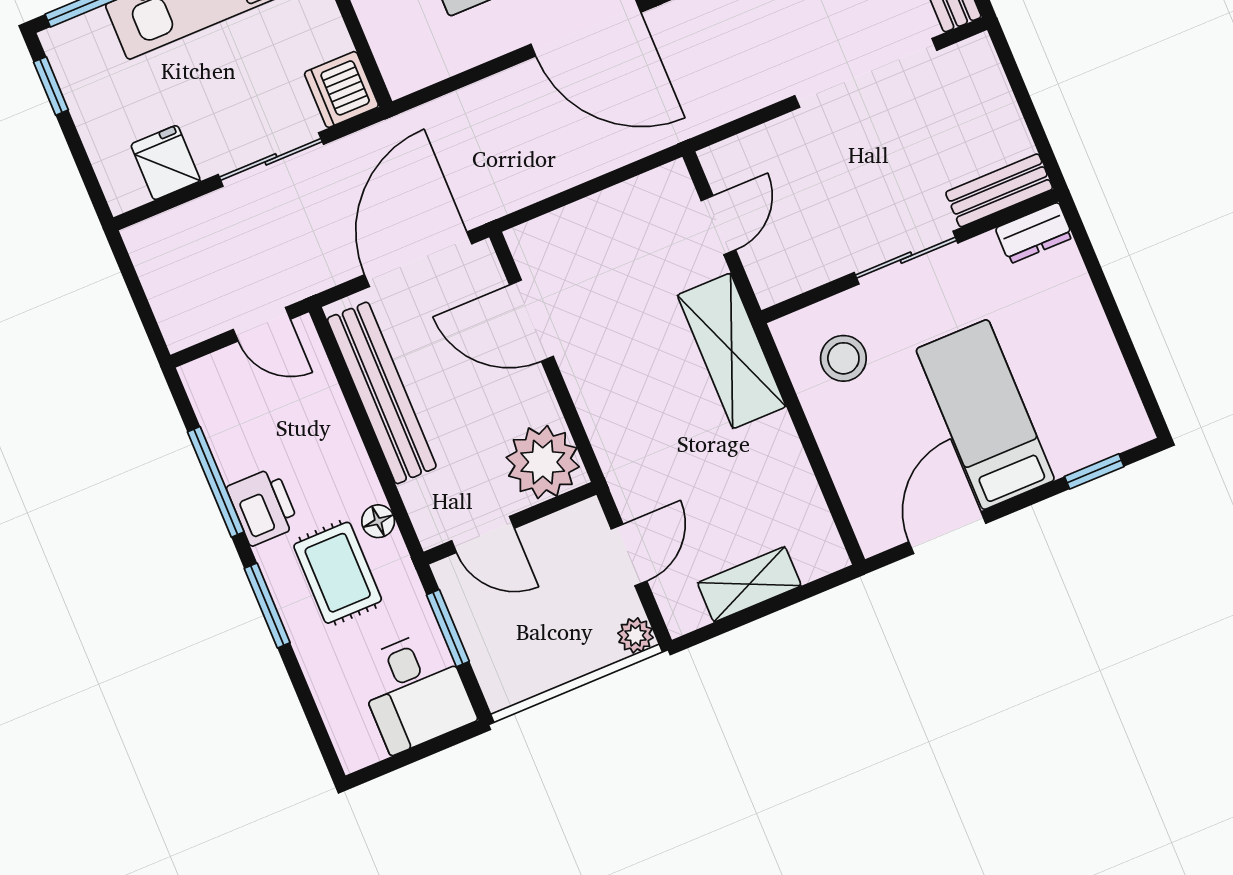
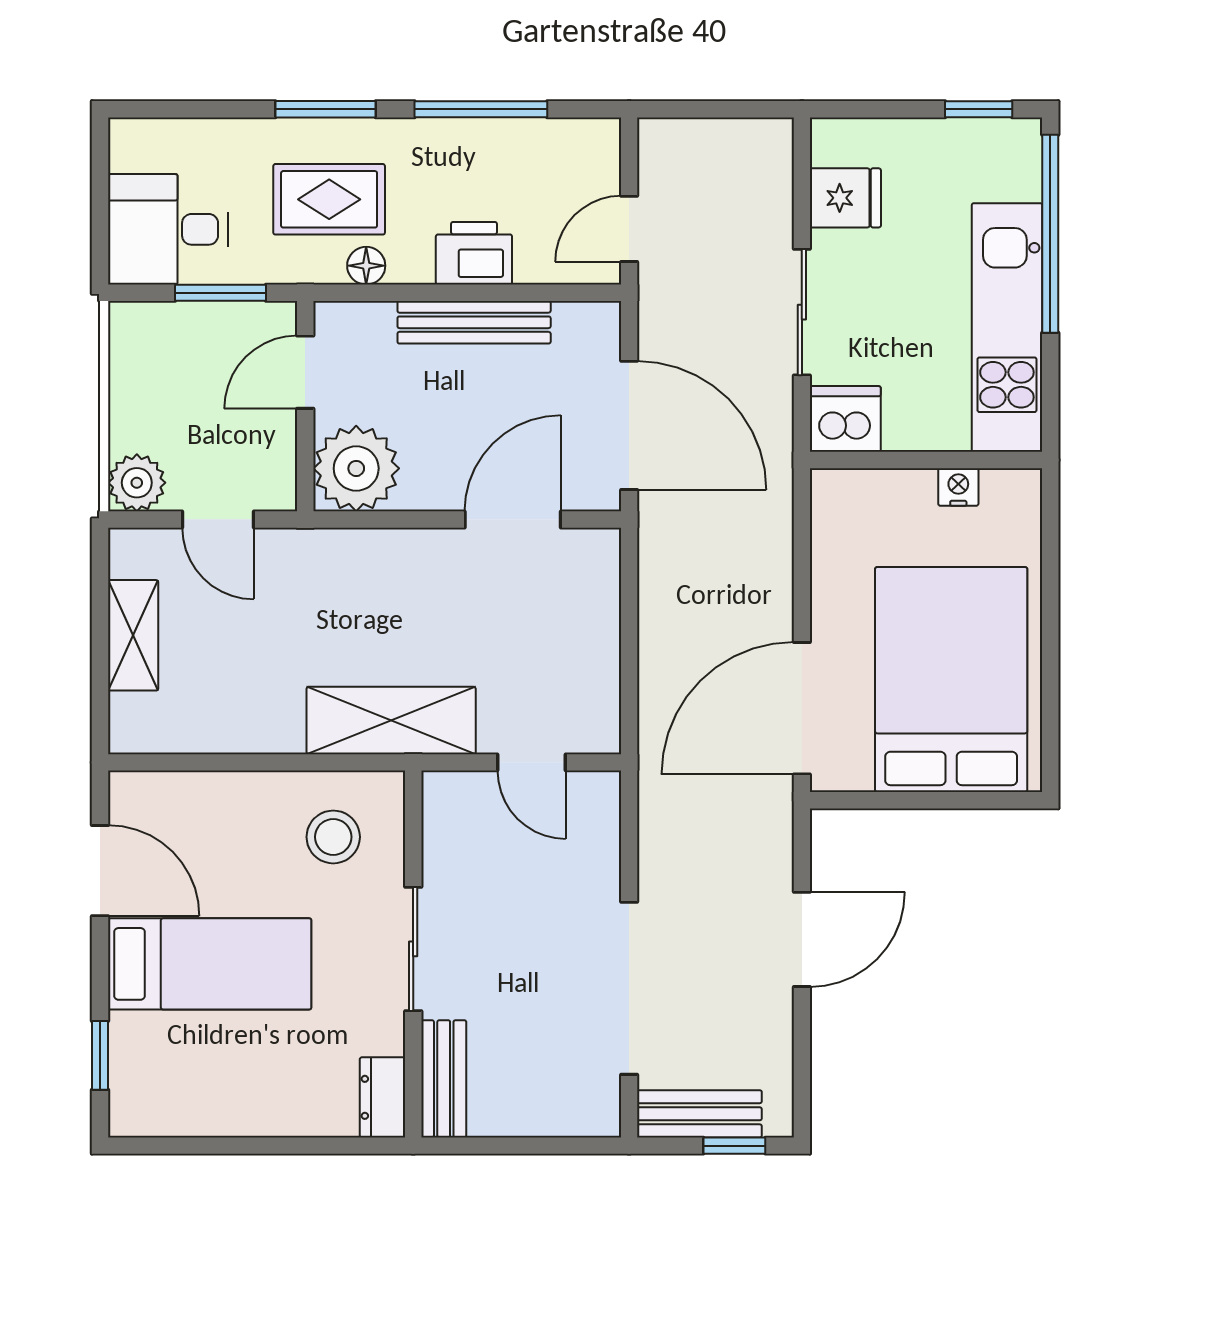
bench: (382, 393) -> (474, 322), width x0.73, depth x0.82
printer: (263, 507) -> (474, 253), moved, turned 180
plant: (636, 635) -> (137, 483), width x1.38, depth x1.38

